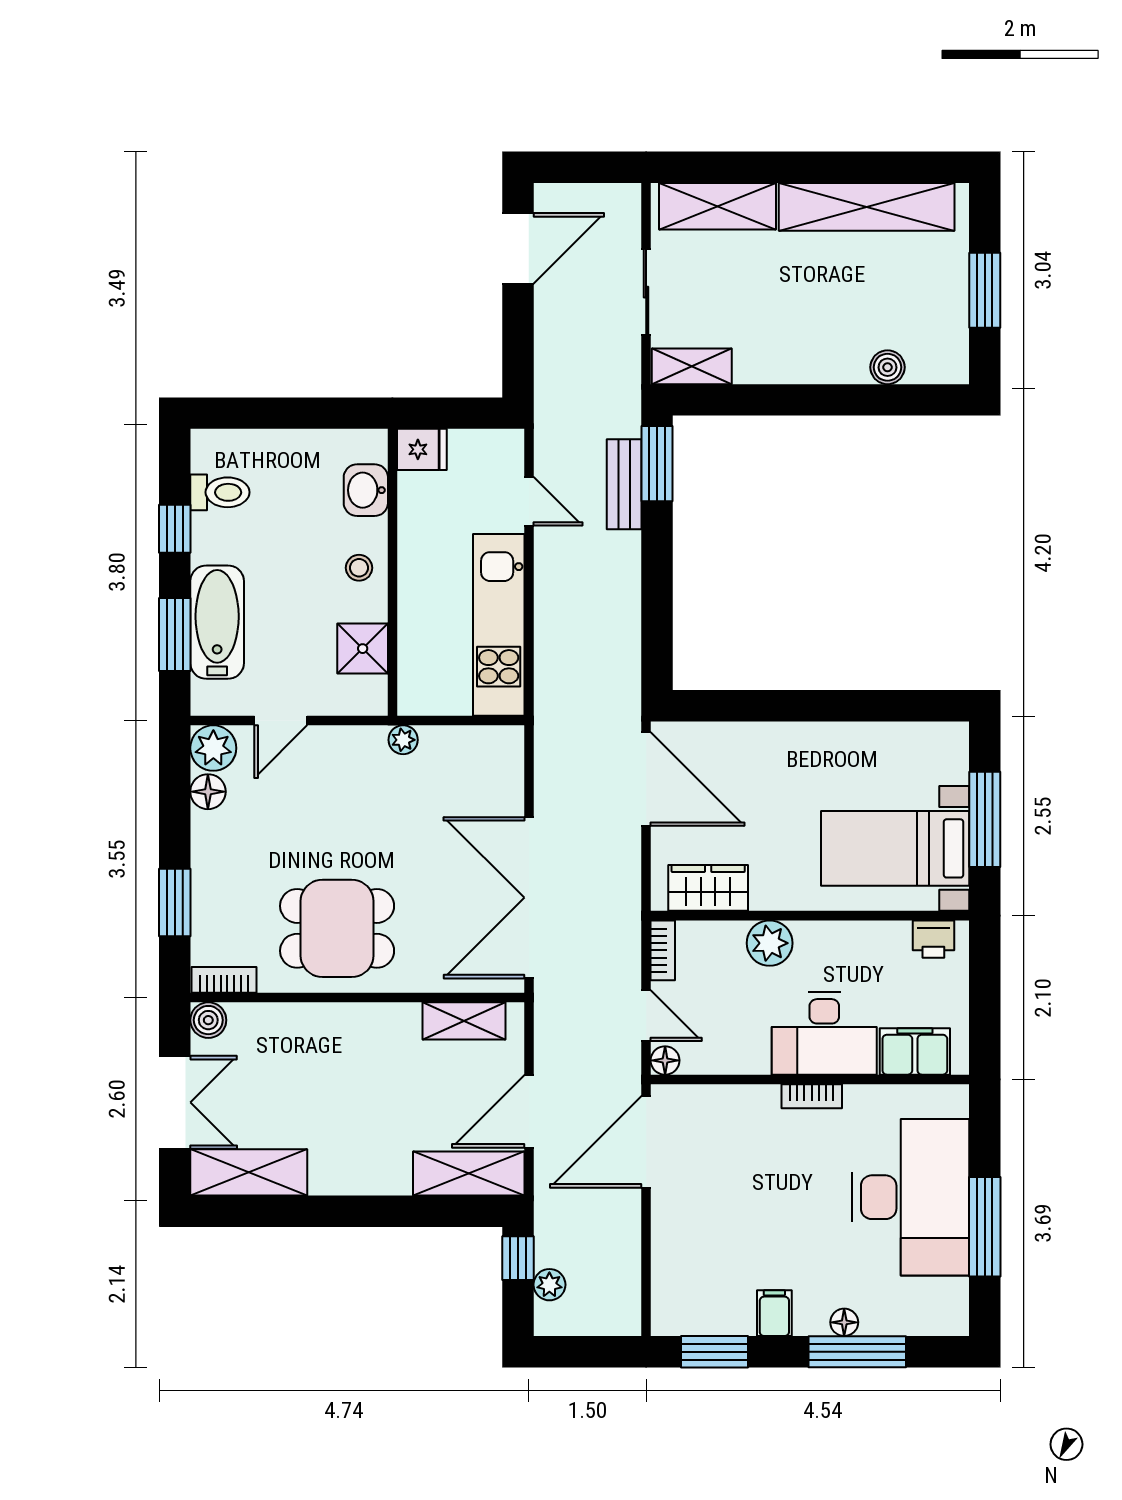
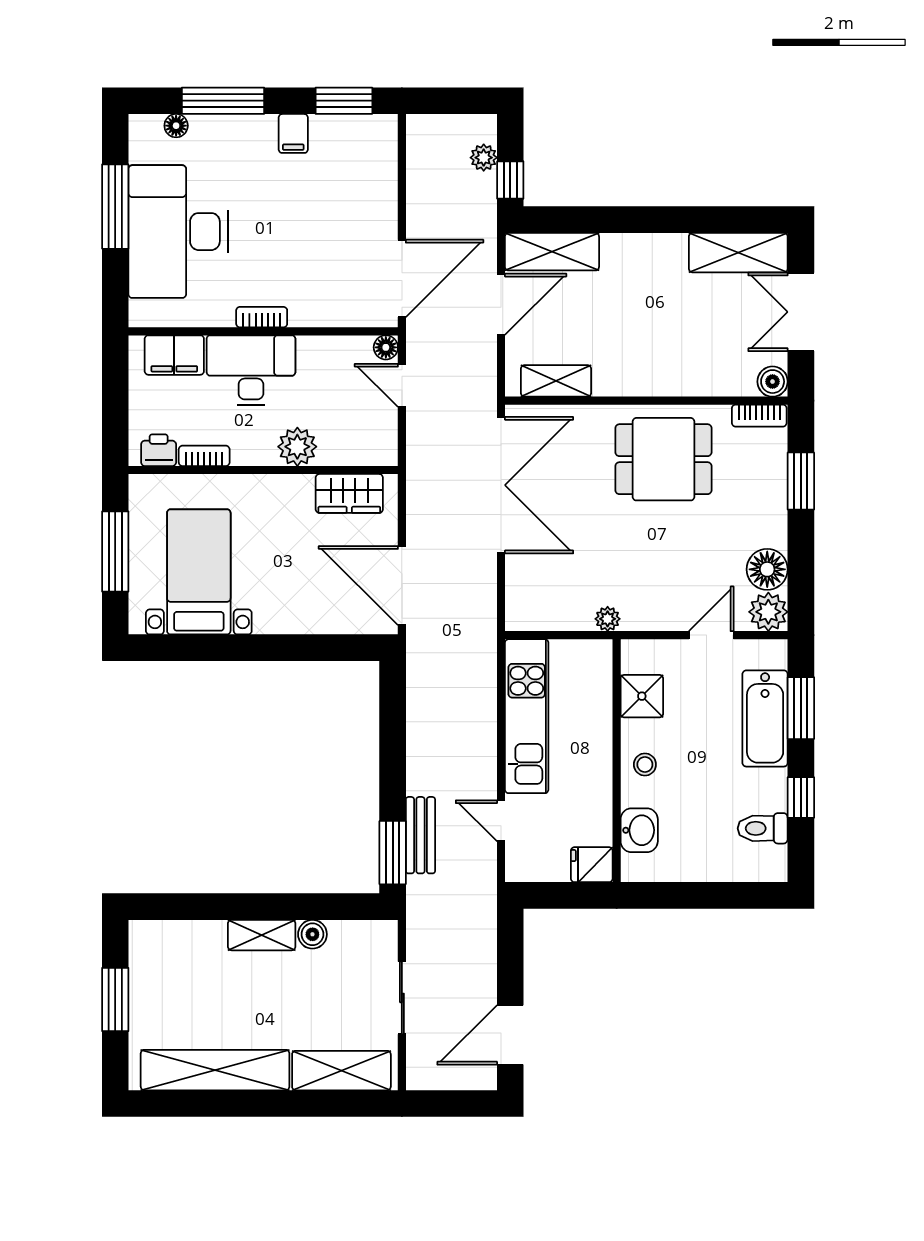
shelving: (692, 366) -> (262, 935), moved
boiler: (887, 367) -> (312, 934), moved
floor lamp: (208, 792) -> (767, 569), width x1.38, depth x1.38
bed with nightstands: (895, 848) -> (199, 572), moved, turned -90
bookcase: (663, 950) -> (204, 456), moved, turned 90
floor lamp: (844, 1322) -> (176, 126), moved

